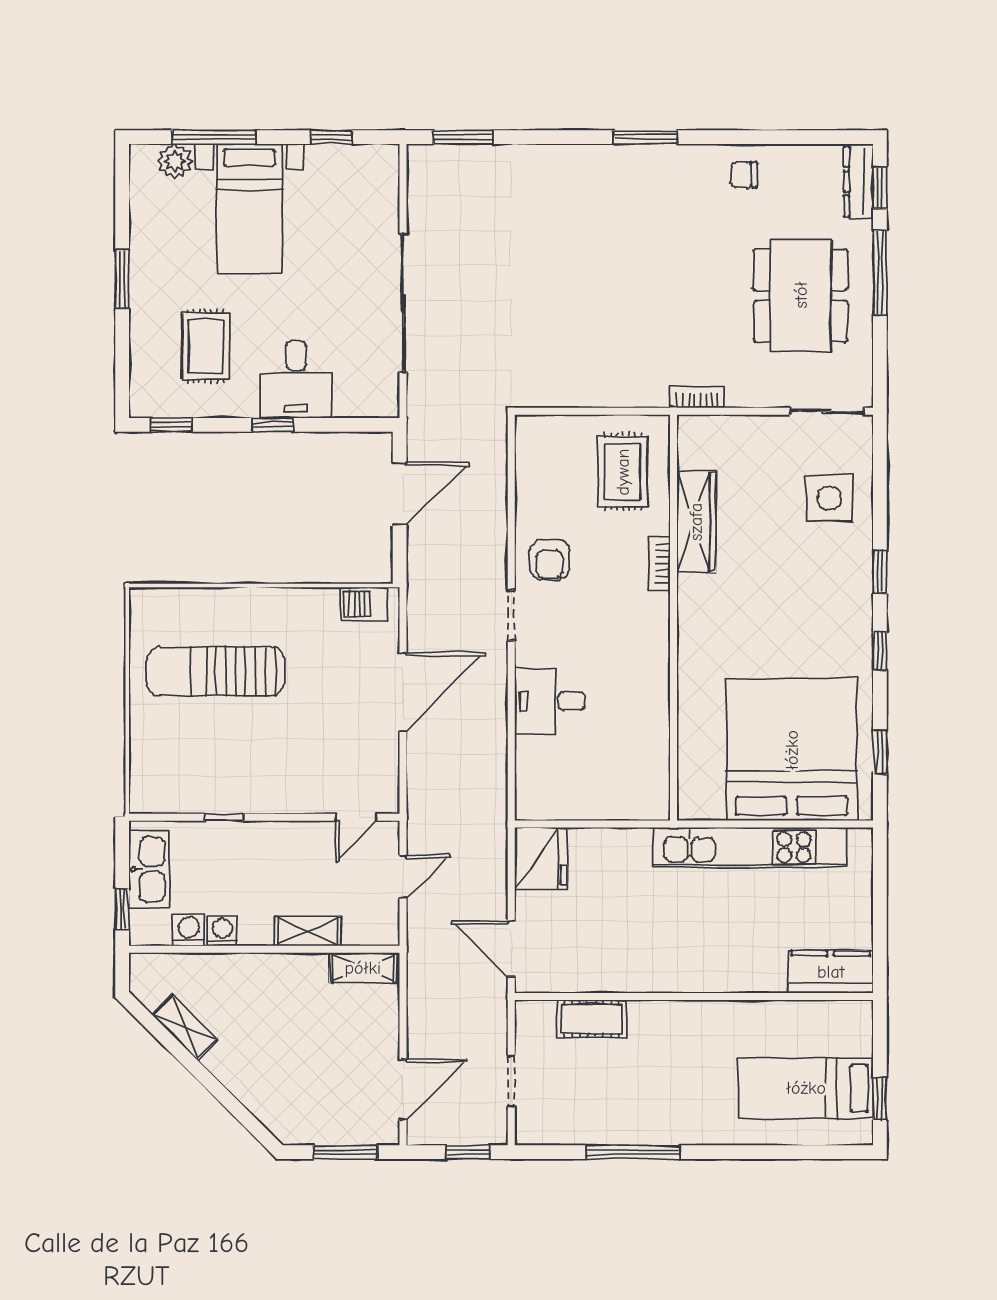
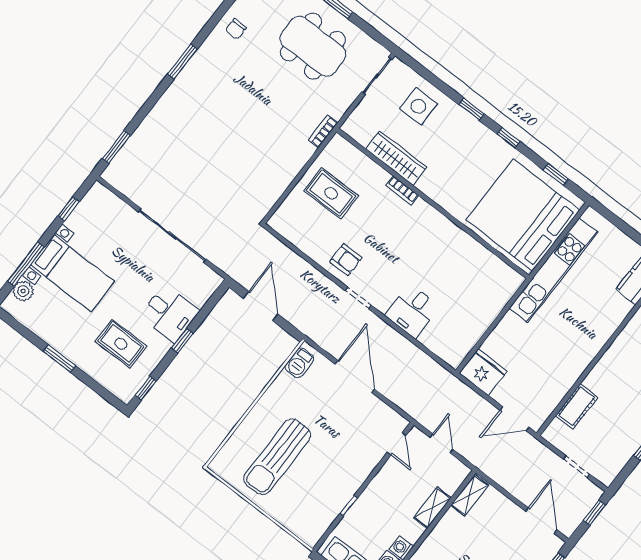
wardrobe: (696, 522) -> (396, 158), moved
bookcase: (659, 563) -> (402, 190), moved
wall: (674, 618) -> (433, 203), moved

